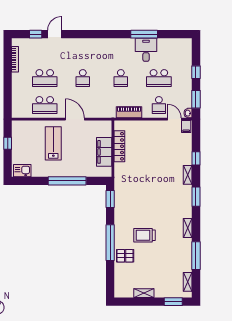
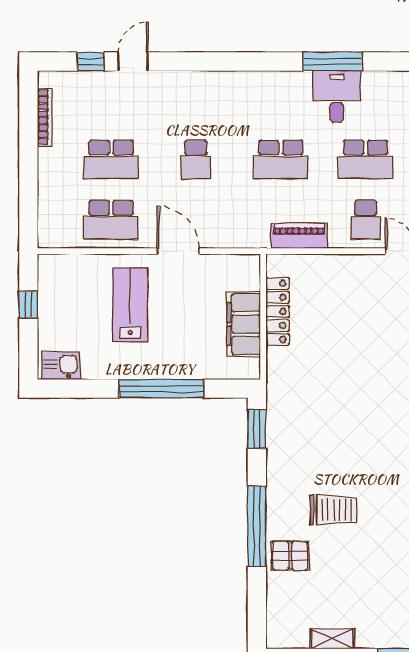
school desk: (121, 78) -> (281, 159), width x1.85
trolley: (145, 235) -> (334, 510), turned 180

